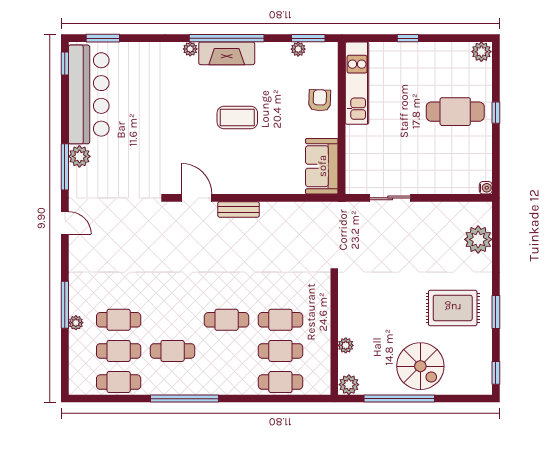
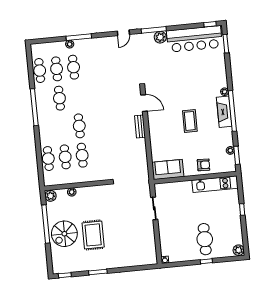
door: (197, 198) -> (144, 103), hinge flipped
plant: (478, 239) -> (136, 258), removed
rug: (453, 308) -> (93, 235), moved

